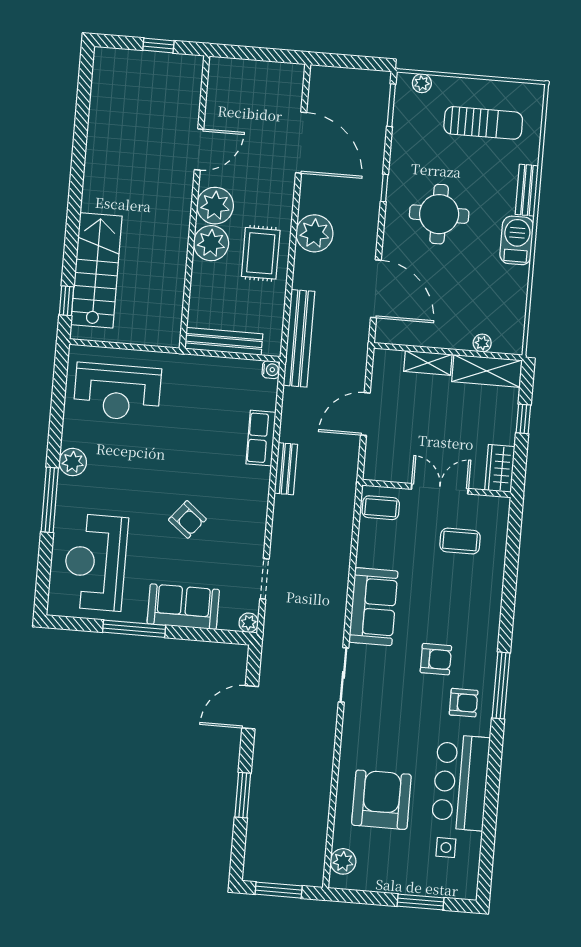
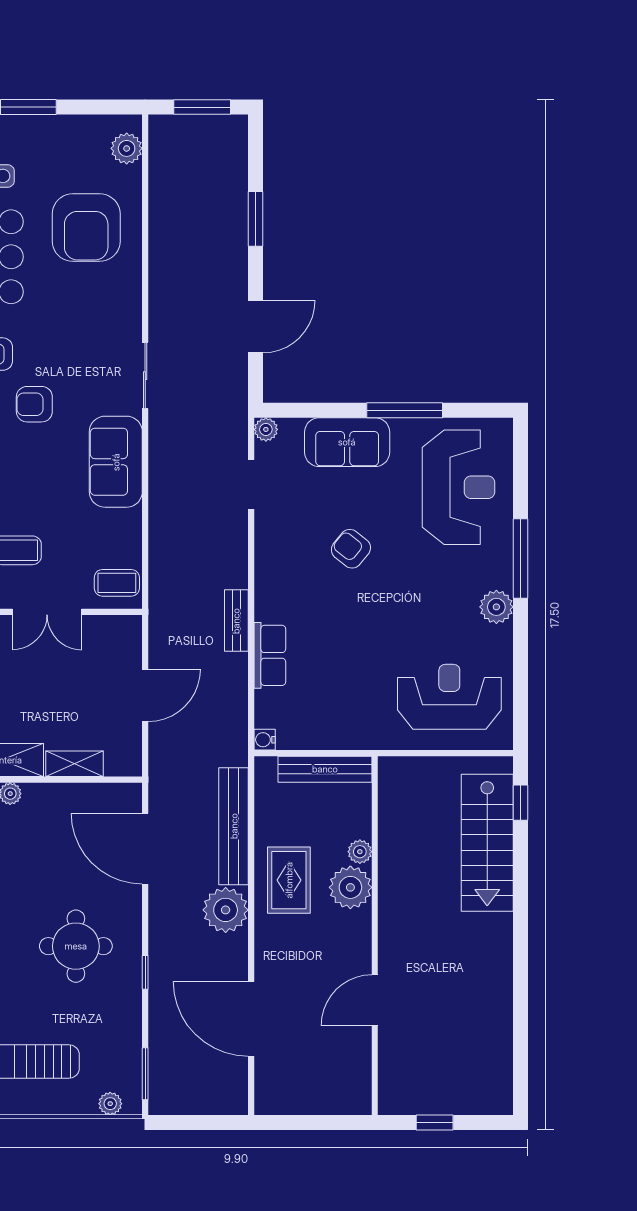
plant: (215, 206) -> (360, 852), moved, width x0.53, depth x0.53
bench: (299, 338) -> (234, 826), moved

